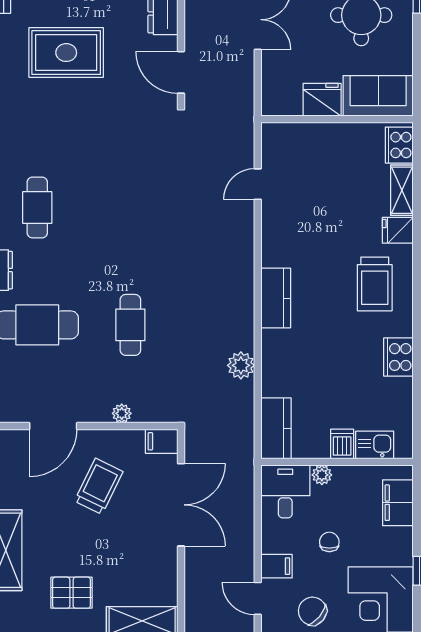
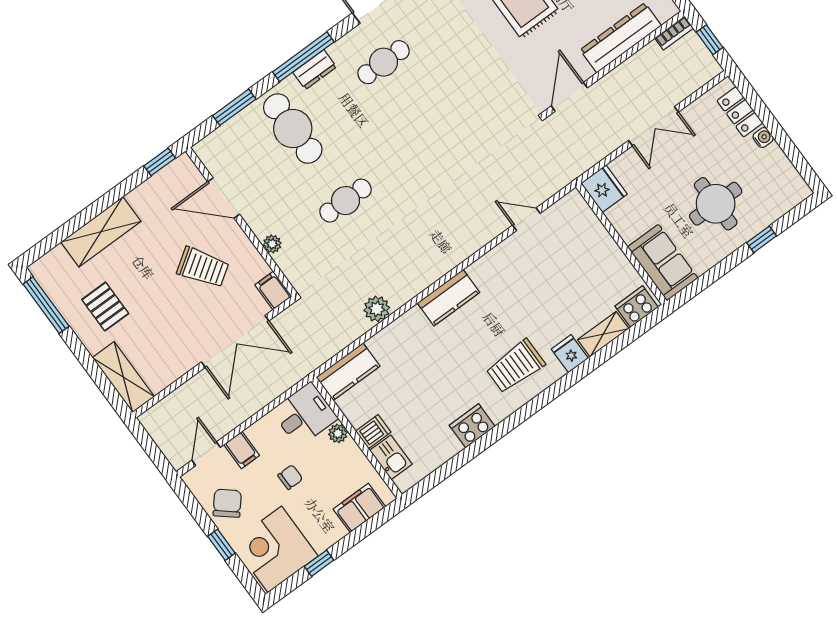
fridge: (322, 100) -> (604, 189), moved
trolley: (99, 486) -> (203, 267), turned 30

